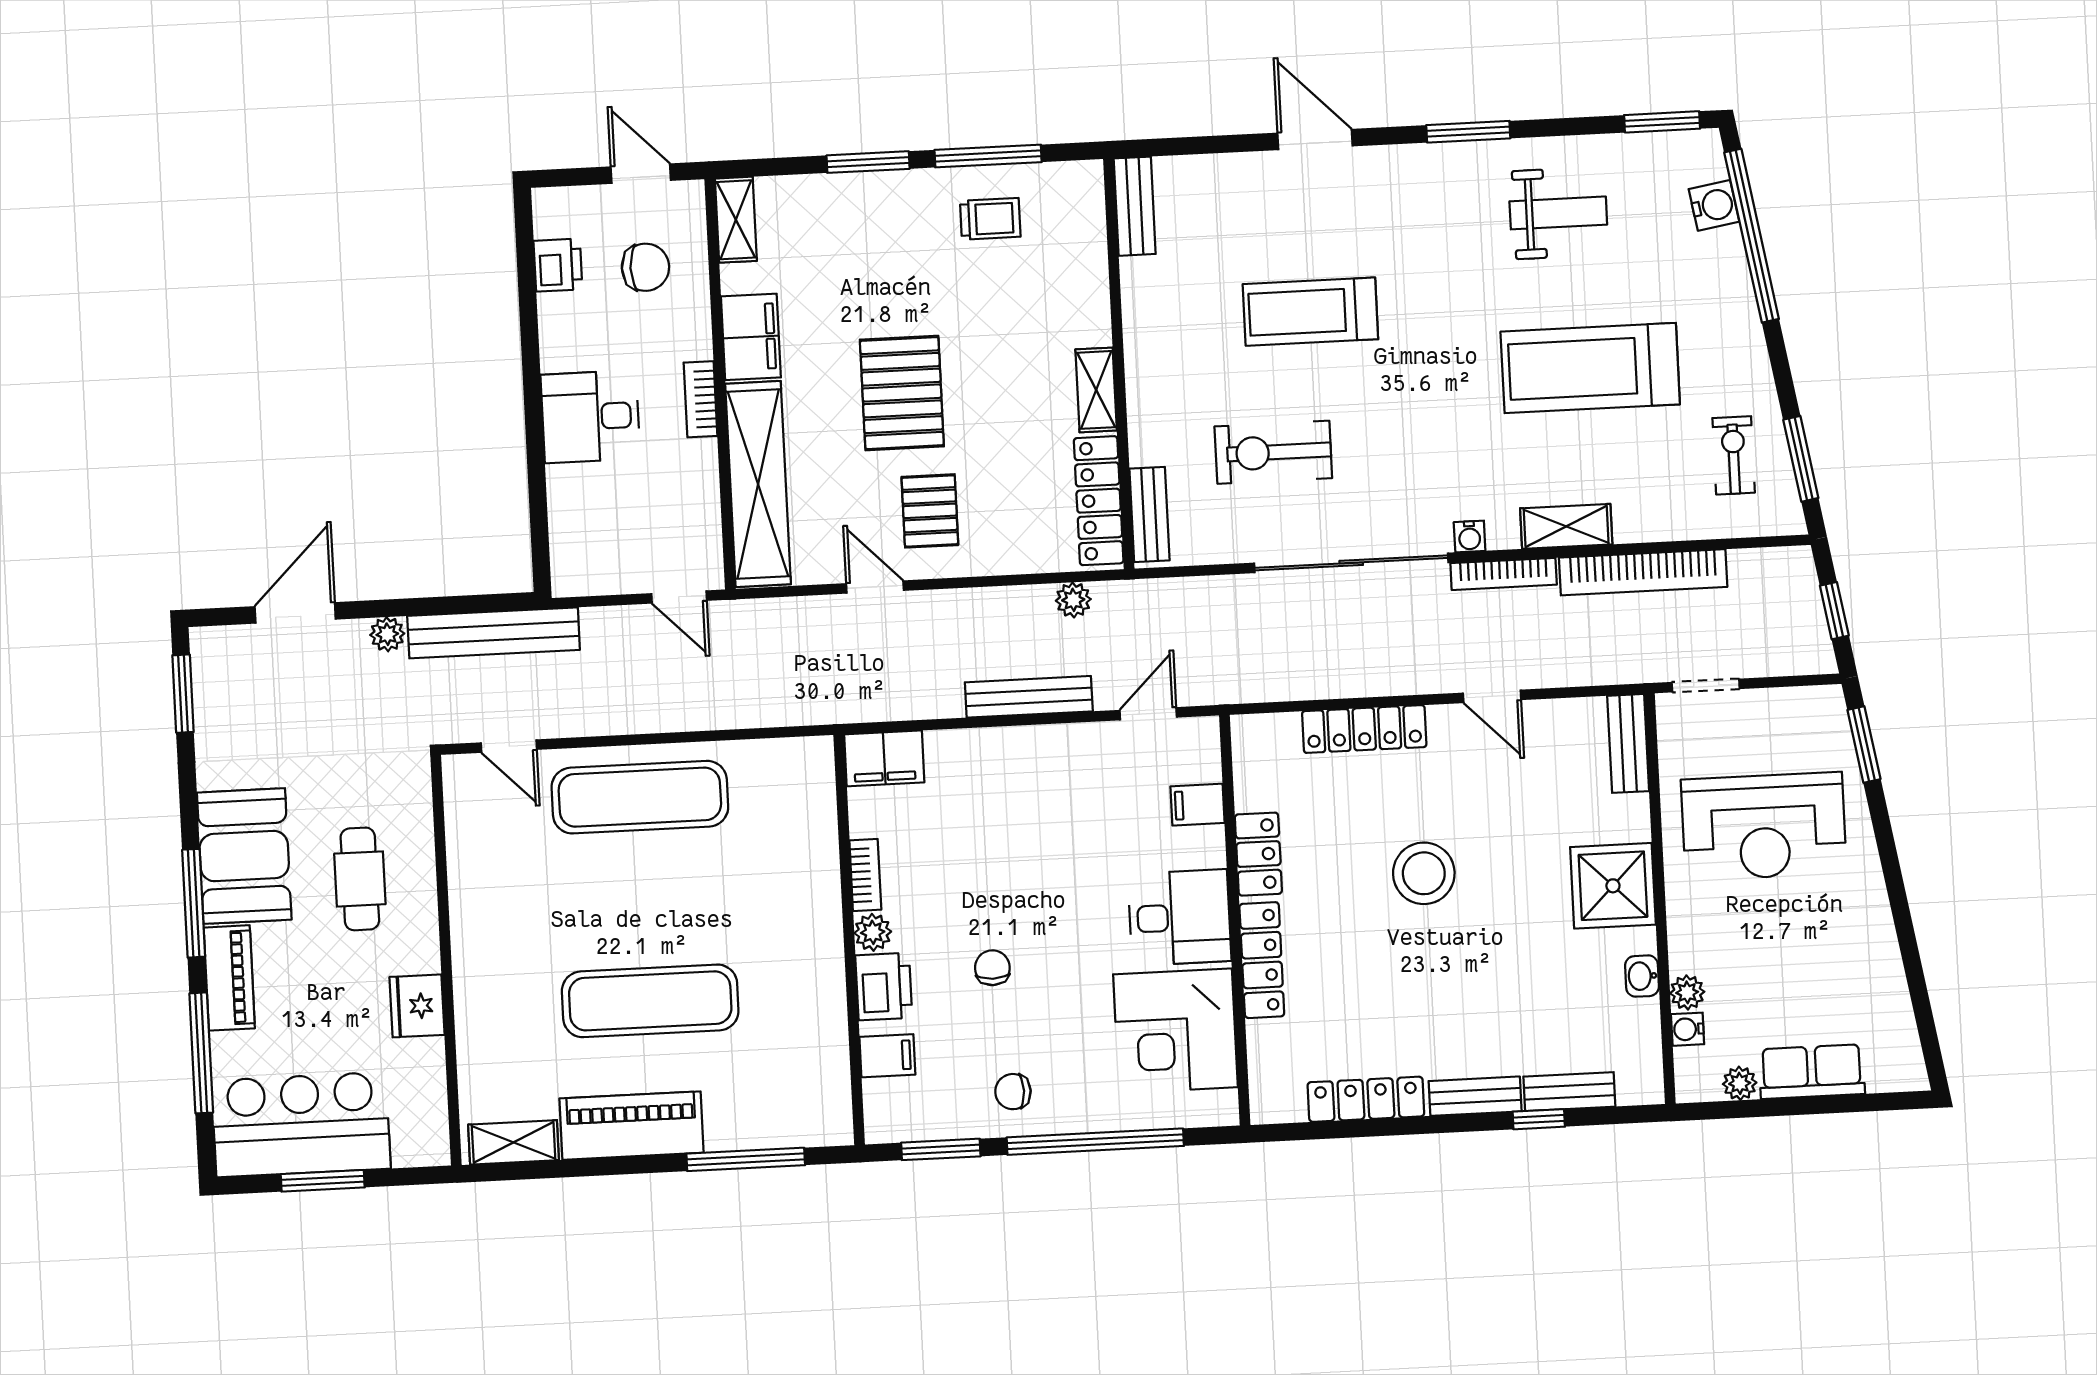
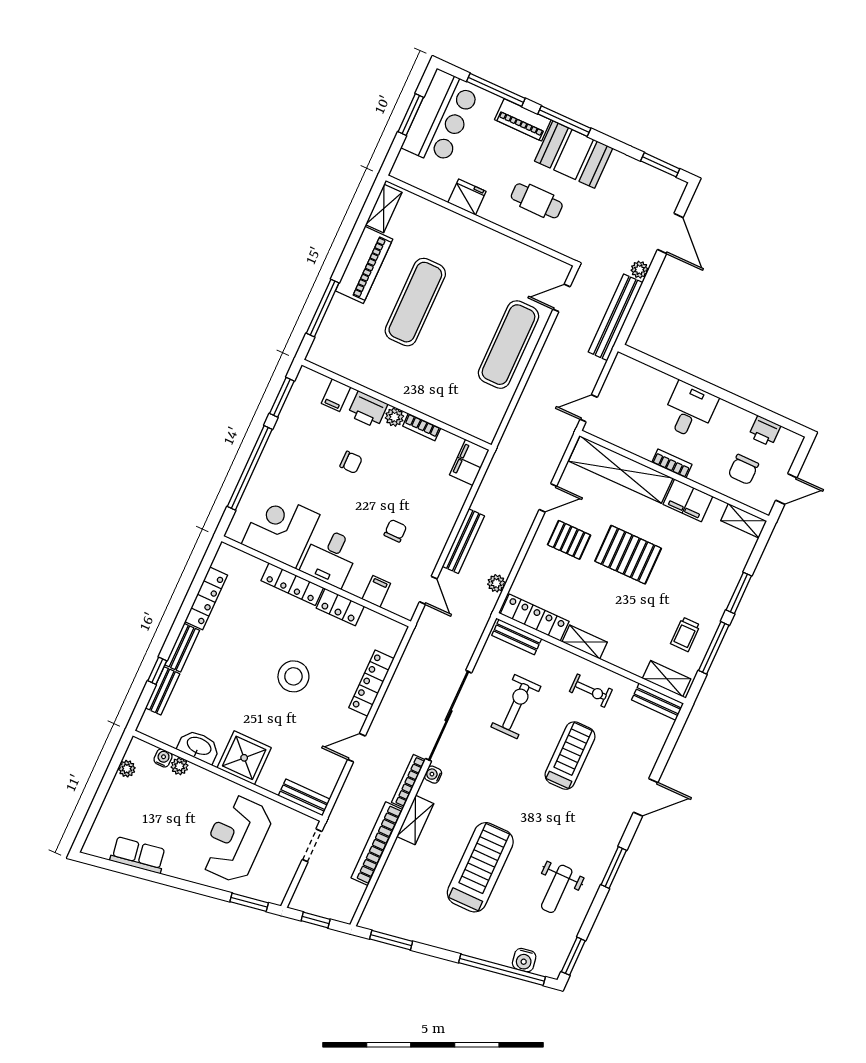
shelving: (1086, 211) -> (667, 679), added
exercise bike: (1734, 455) -> (591, 691), moved
washbasin: (1642, 976) -> (199, 747), width x1.91, depth x1.45
row of seats: (1812, 1072) -> (138, 855), moved, turned -100
chair: (1013, 1092) -> (395, 531), moved

